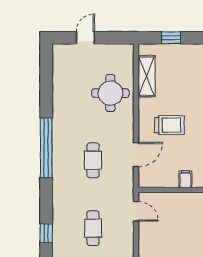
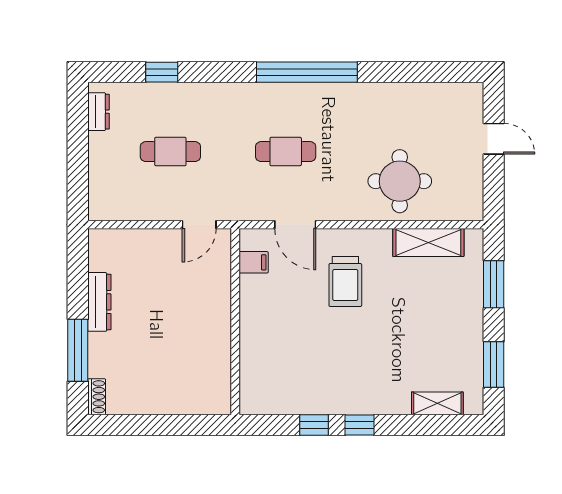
window: (171, 38) -> (494, 284), width x1.50
filing cabinet: (185, 179) -> (254, 262), moved

